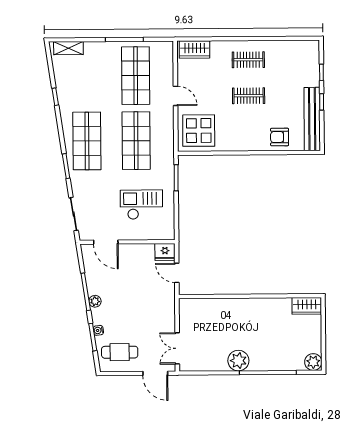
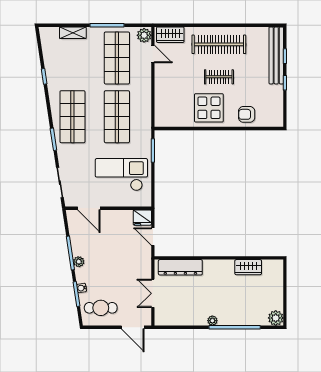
shelving: (68, 48) -> (73, 33), moved
plant: (166, 50) -> (144, 35), added
clothes rail: (248, 60) -> (219, 44), width x1.86, depth x1.31
door: (176, 96) -> (153, 54), moved
bench: (312, 119) -> (276, 55), moved
display table: (199, 131) -> (209, 108), moved
checkout: (141, 205) -> (121, 175), width x1.36, depth x1.21
wardrobe: (307, 306) -> (248, 267), moved
dresser: (207, 307) -> (180, 267), added
double door: (177, 348) -> (153, 293), moved
plant: (238, 361) -> (212, 321), width x0.53, depth x0.53

